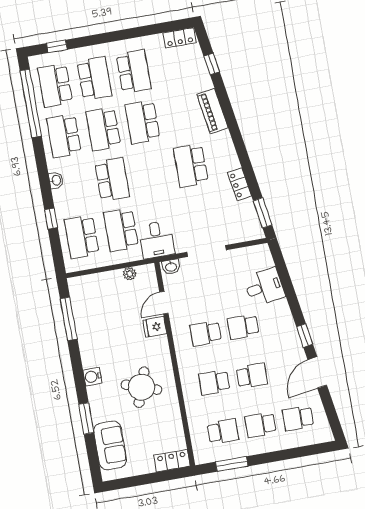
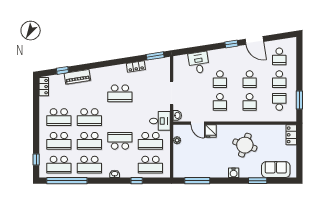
school desk: (134, 72) -> (59, 117), turned 180
school desk: (94, 78) -> (59, 141), turned 180
piano: (213, 111) -> (77, 77), moved
school desk: (252, 376) -> (250, 79), turned 180

